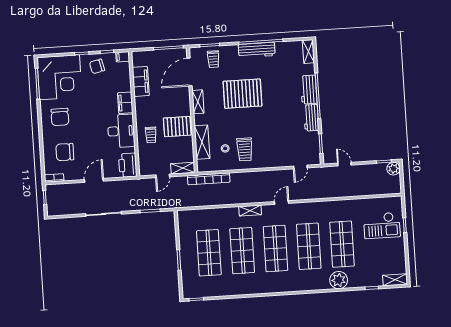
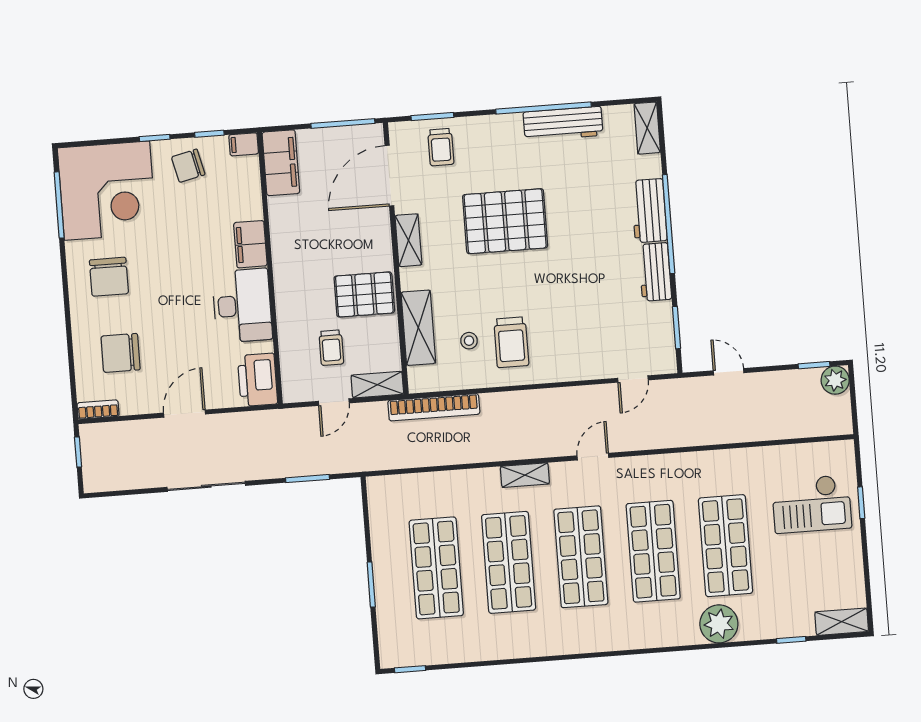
workbench: (257, 50) -> (563, 124), moved
filing cabinet: (141, 81) -> (281, 163), moved
trolley: (151, 135) -> (331, 348), moved

